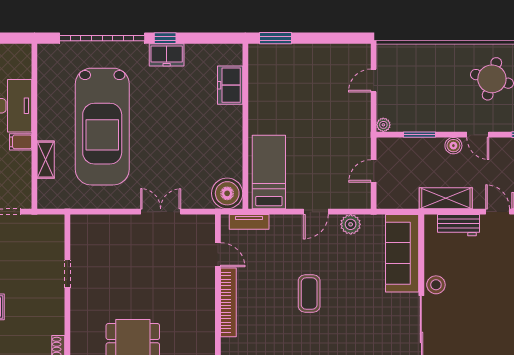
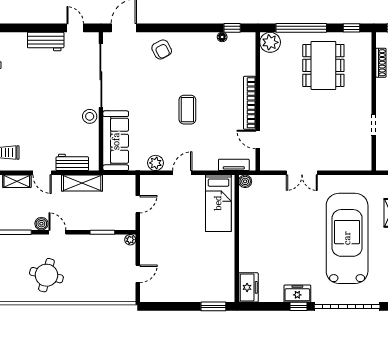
freezer: (230, 85) -> (248, 287), moved
boiler: (453, 146) -> (41, 224), moved
boiler: (227, 193) -> (245, 181), width x0.54, depth x0.54

